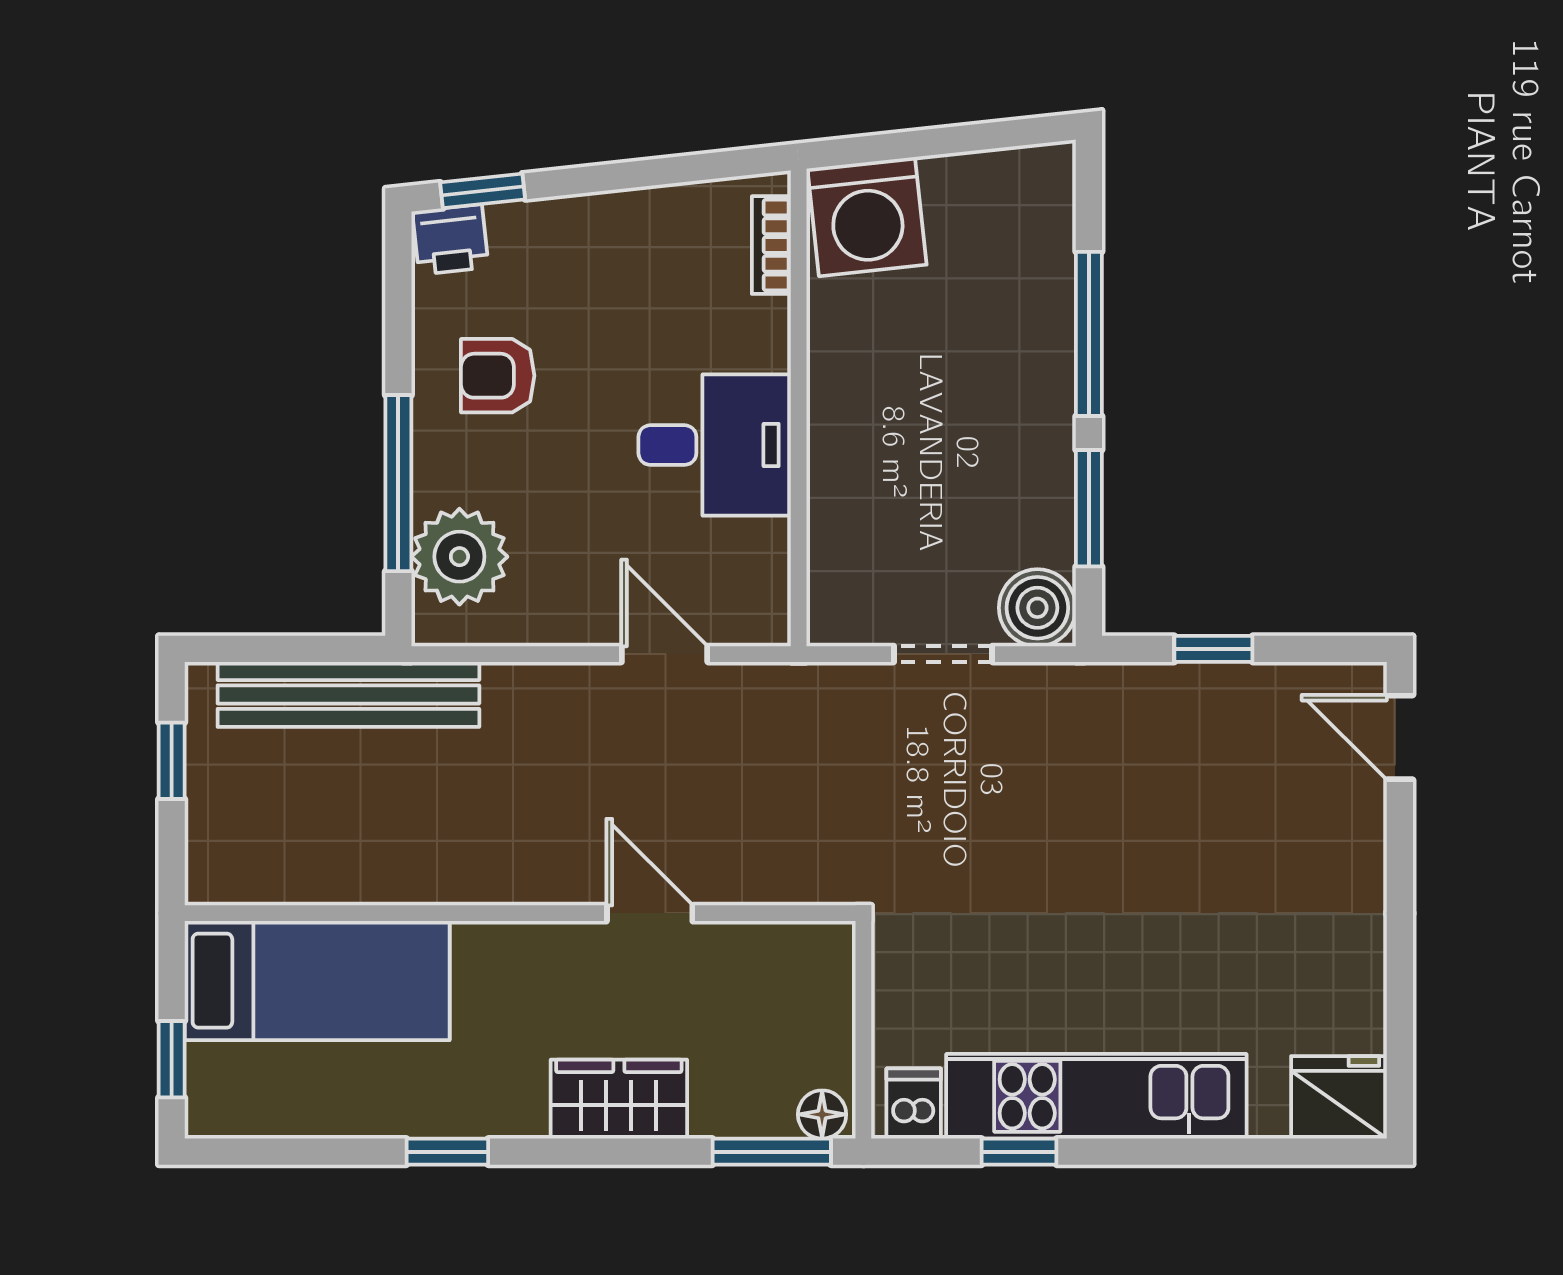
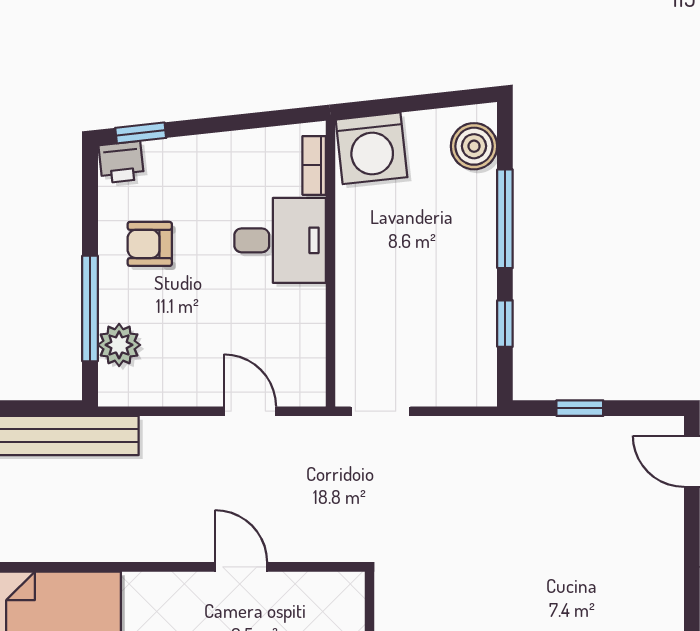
desk: (715, 445) -> (280, 240), moved
window: (1089, 508) -> (505, 324), width x0.67
plant: (459, 557) -> (119, 345), width x0.73, depth x0.73
boiler: (1037, 608) -> (474, 146), moved
doorway: (943, 654) -> (380, 411), moved

